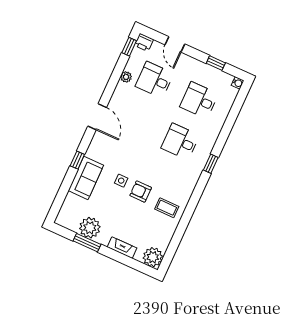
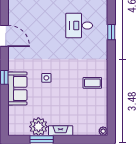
armchair: (141, 192) -> (66, 79), removed
fireplace: (122, 248) -> (61, 131), moved
plant: (153, 257) -> (103, 131), width x0.53, depth x0.53

